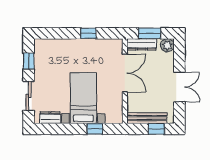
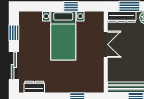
double door: (125, 73) -> (106, 44), width x0.73
bed with nightstands: (83, 98) -> (63, 36), moved, turned 180

